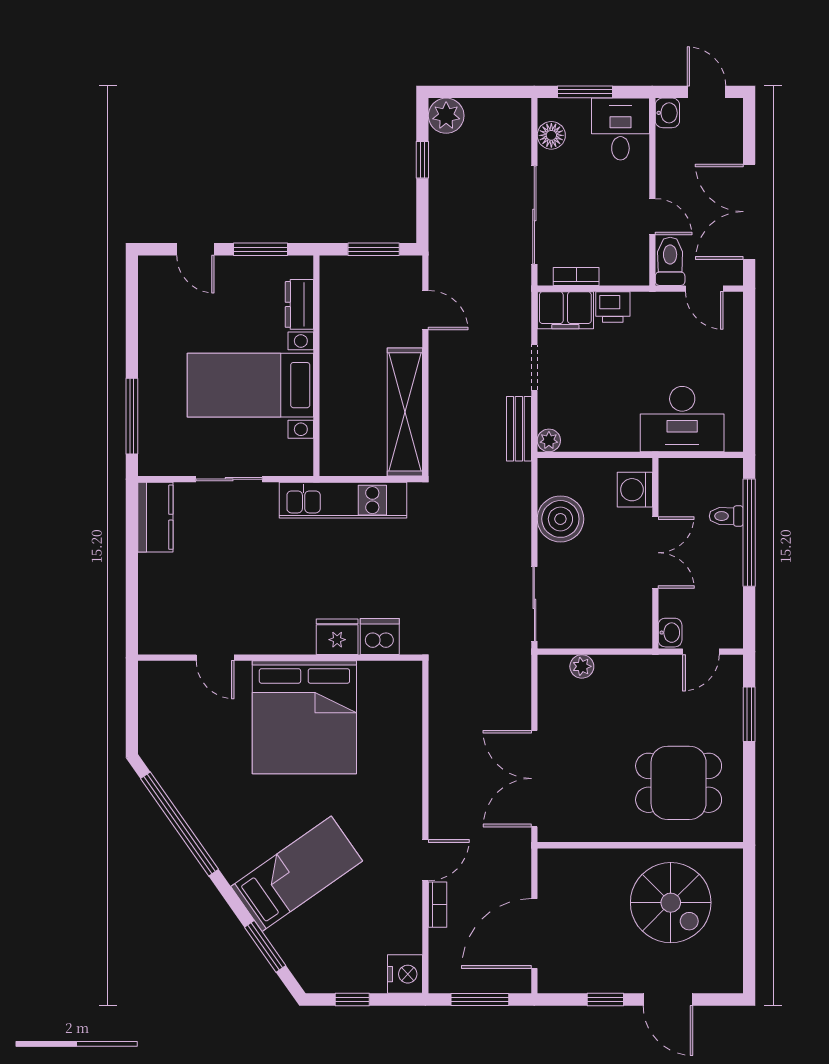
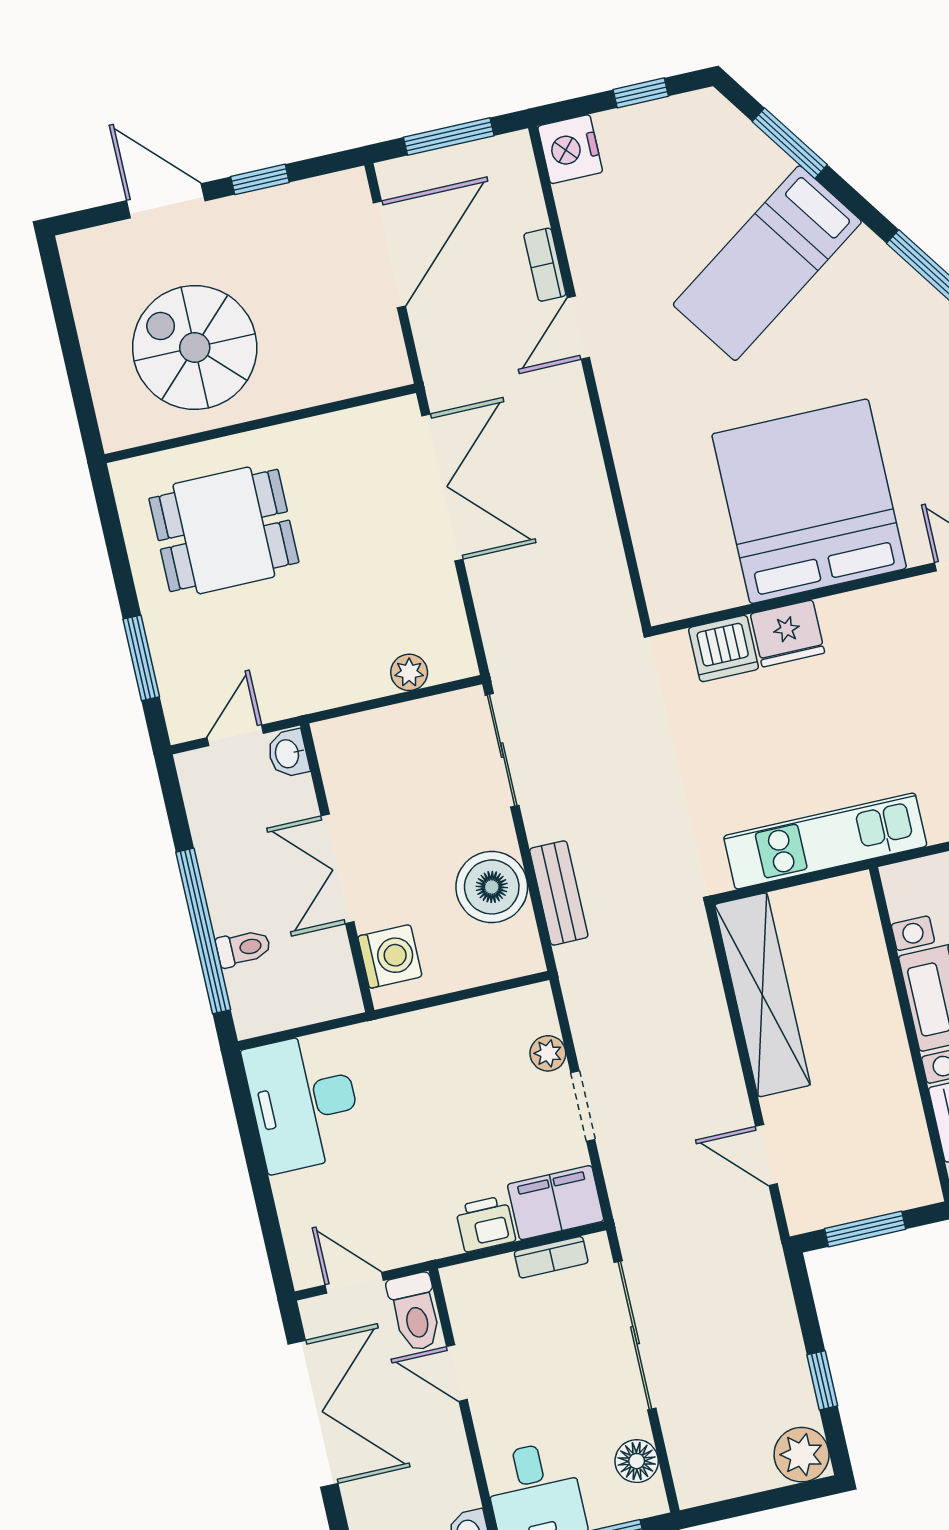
desk: (682, 419) -> (304, 1102), moved, turned -90
bench: (519, 429) -> (559, 893), moved
plant: (549, 440) -> (548, 1053), moved

